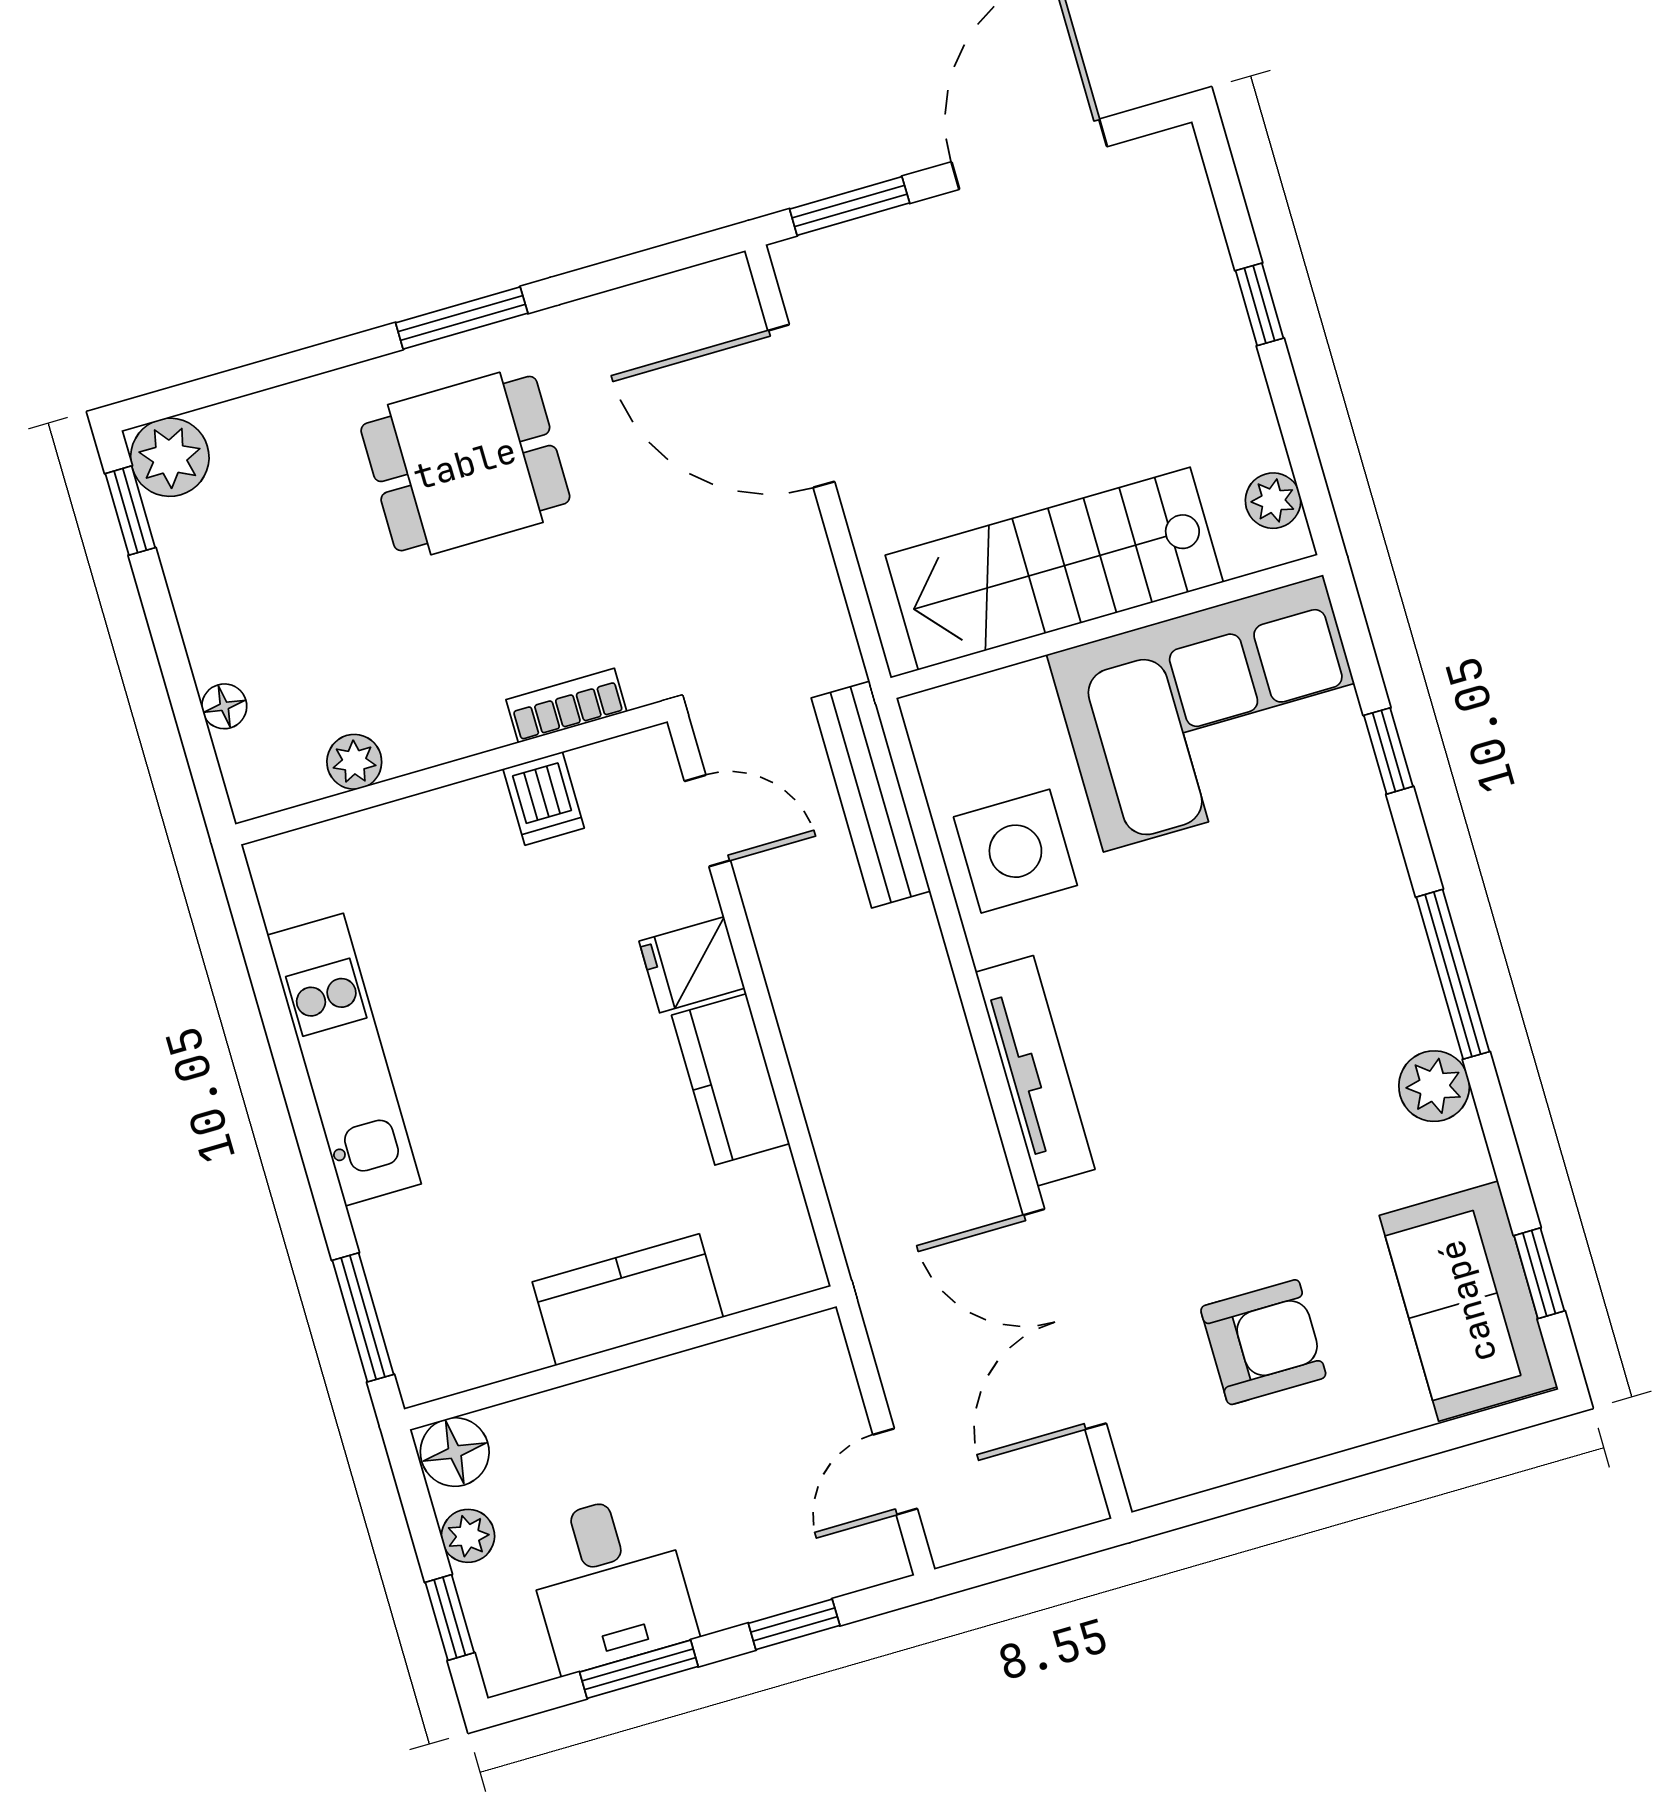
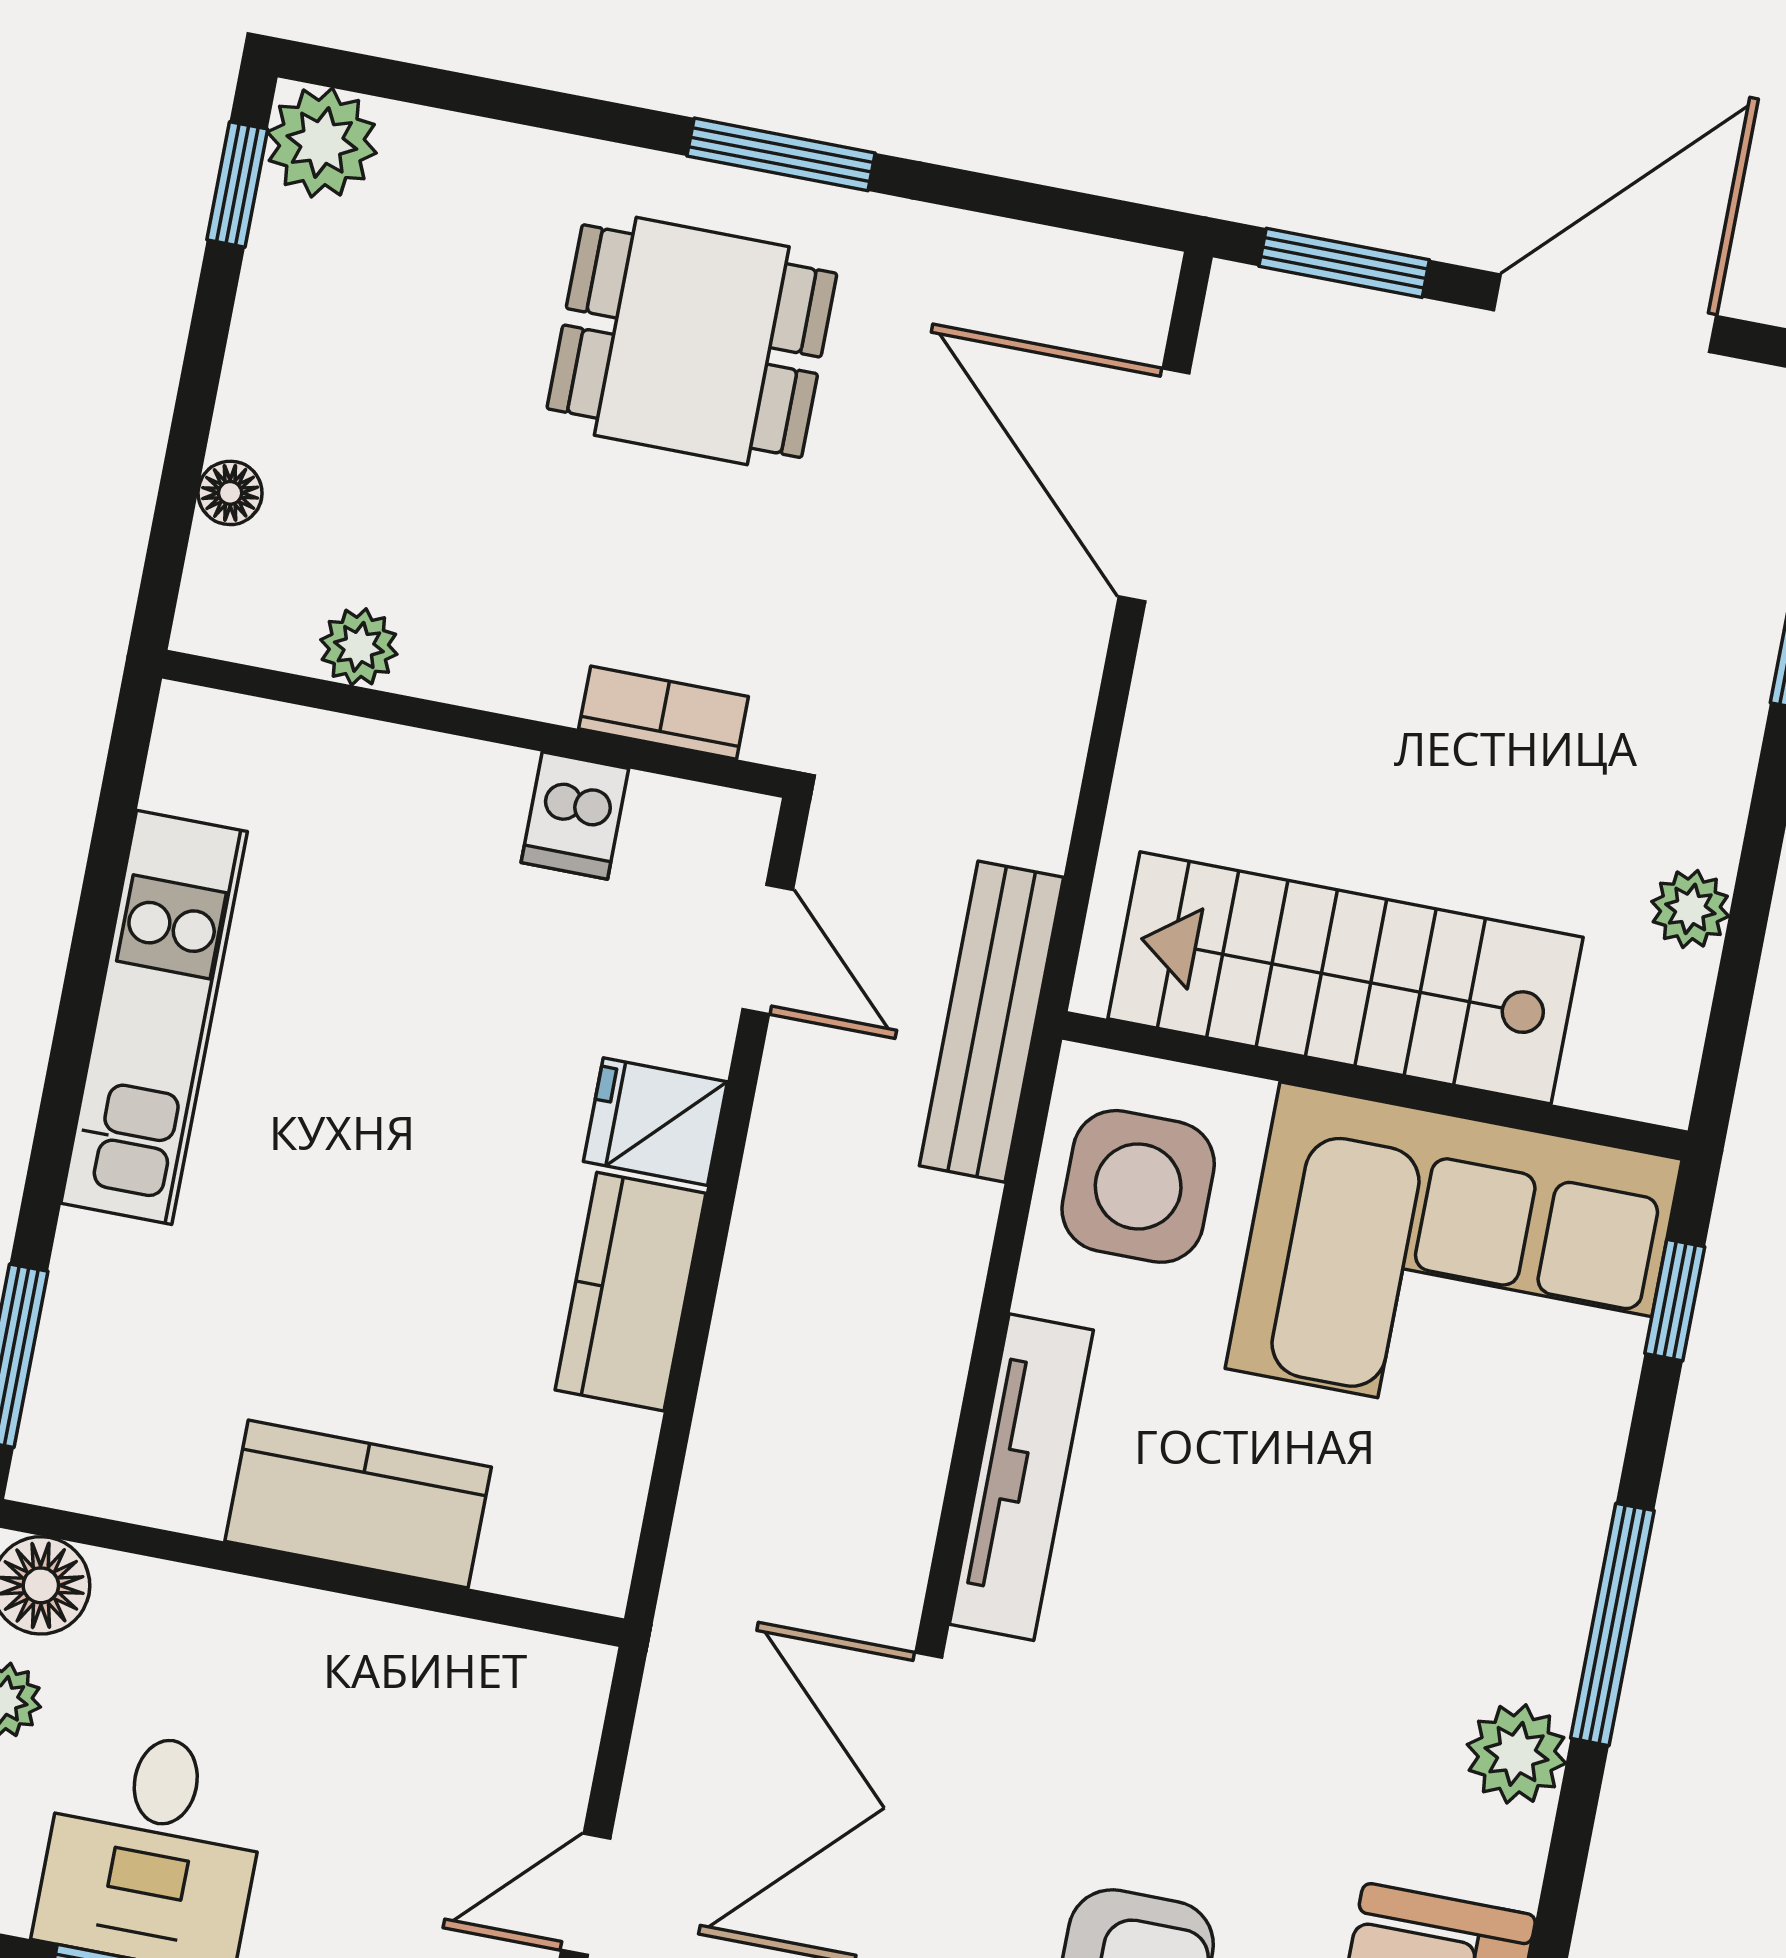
stairs: (1054, 569) -> (1346, 978), moved
wall: (1107, 627) -> (1375, 1085), moved
corner sofa: (1213, 713) -> (1454, 1264), moved

